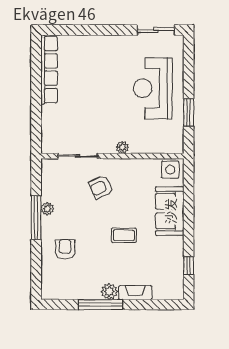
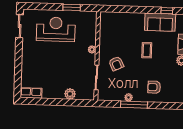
row of seats: (49, 70) -> (31, 93), width x0.50
reception desk: (153, 88) -> (56, 29), turned 180
plant: (50, 115) -> (70, 94), added
side table: (170, 170) -> (107, 20), removed
sofa: (170, 211) -> (160, 22), moved

